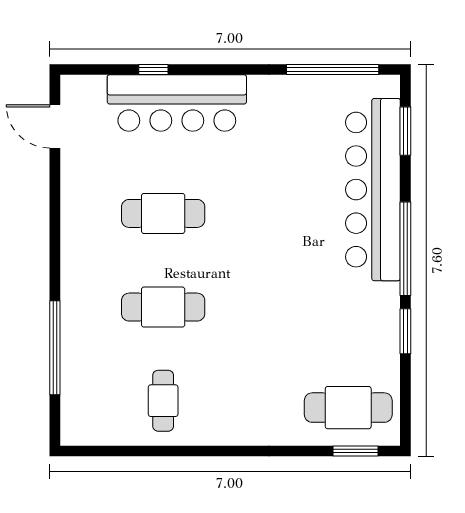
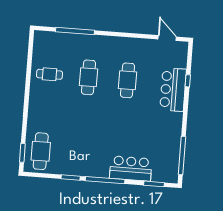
bar counter: (177, 103) -> (173, 90), width x0.73
door: (55, 126) -> (167, 38), hinge flipped
bar counter: (373, 190) -> (131, 169), width x0.54

